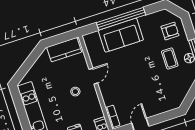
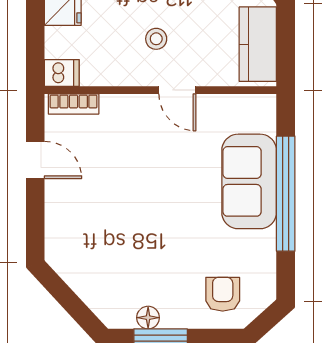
armchair: (170, 31) -> (223, 294), turned 180
coffee table: (170, 58) -> (161, 274), removed

